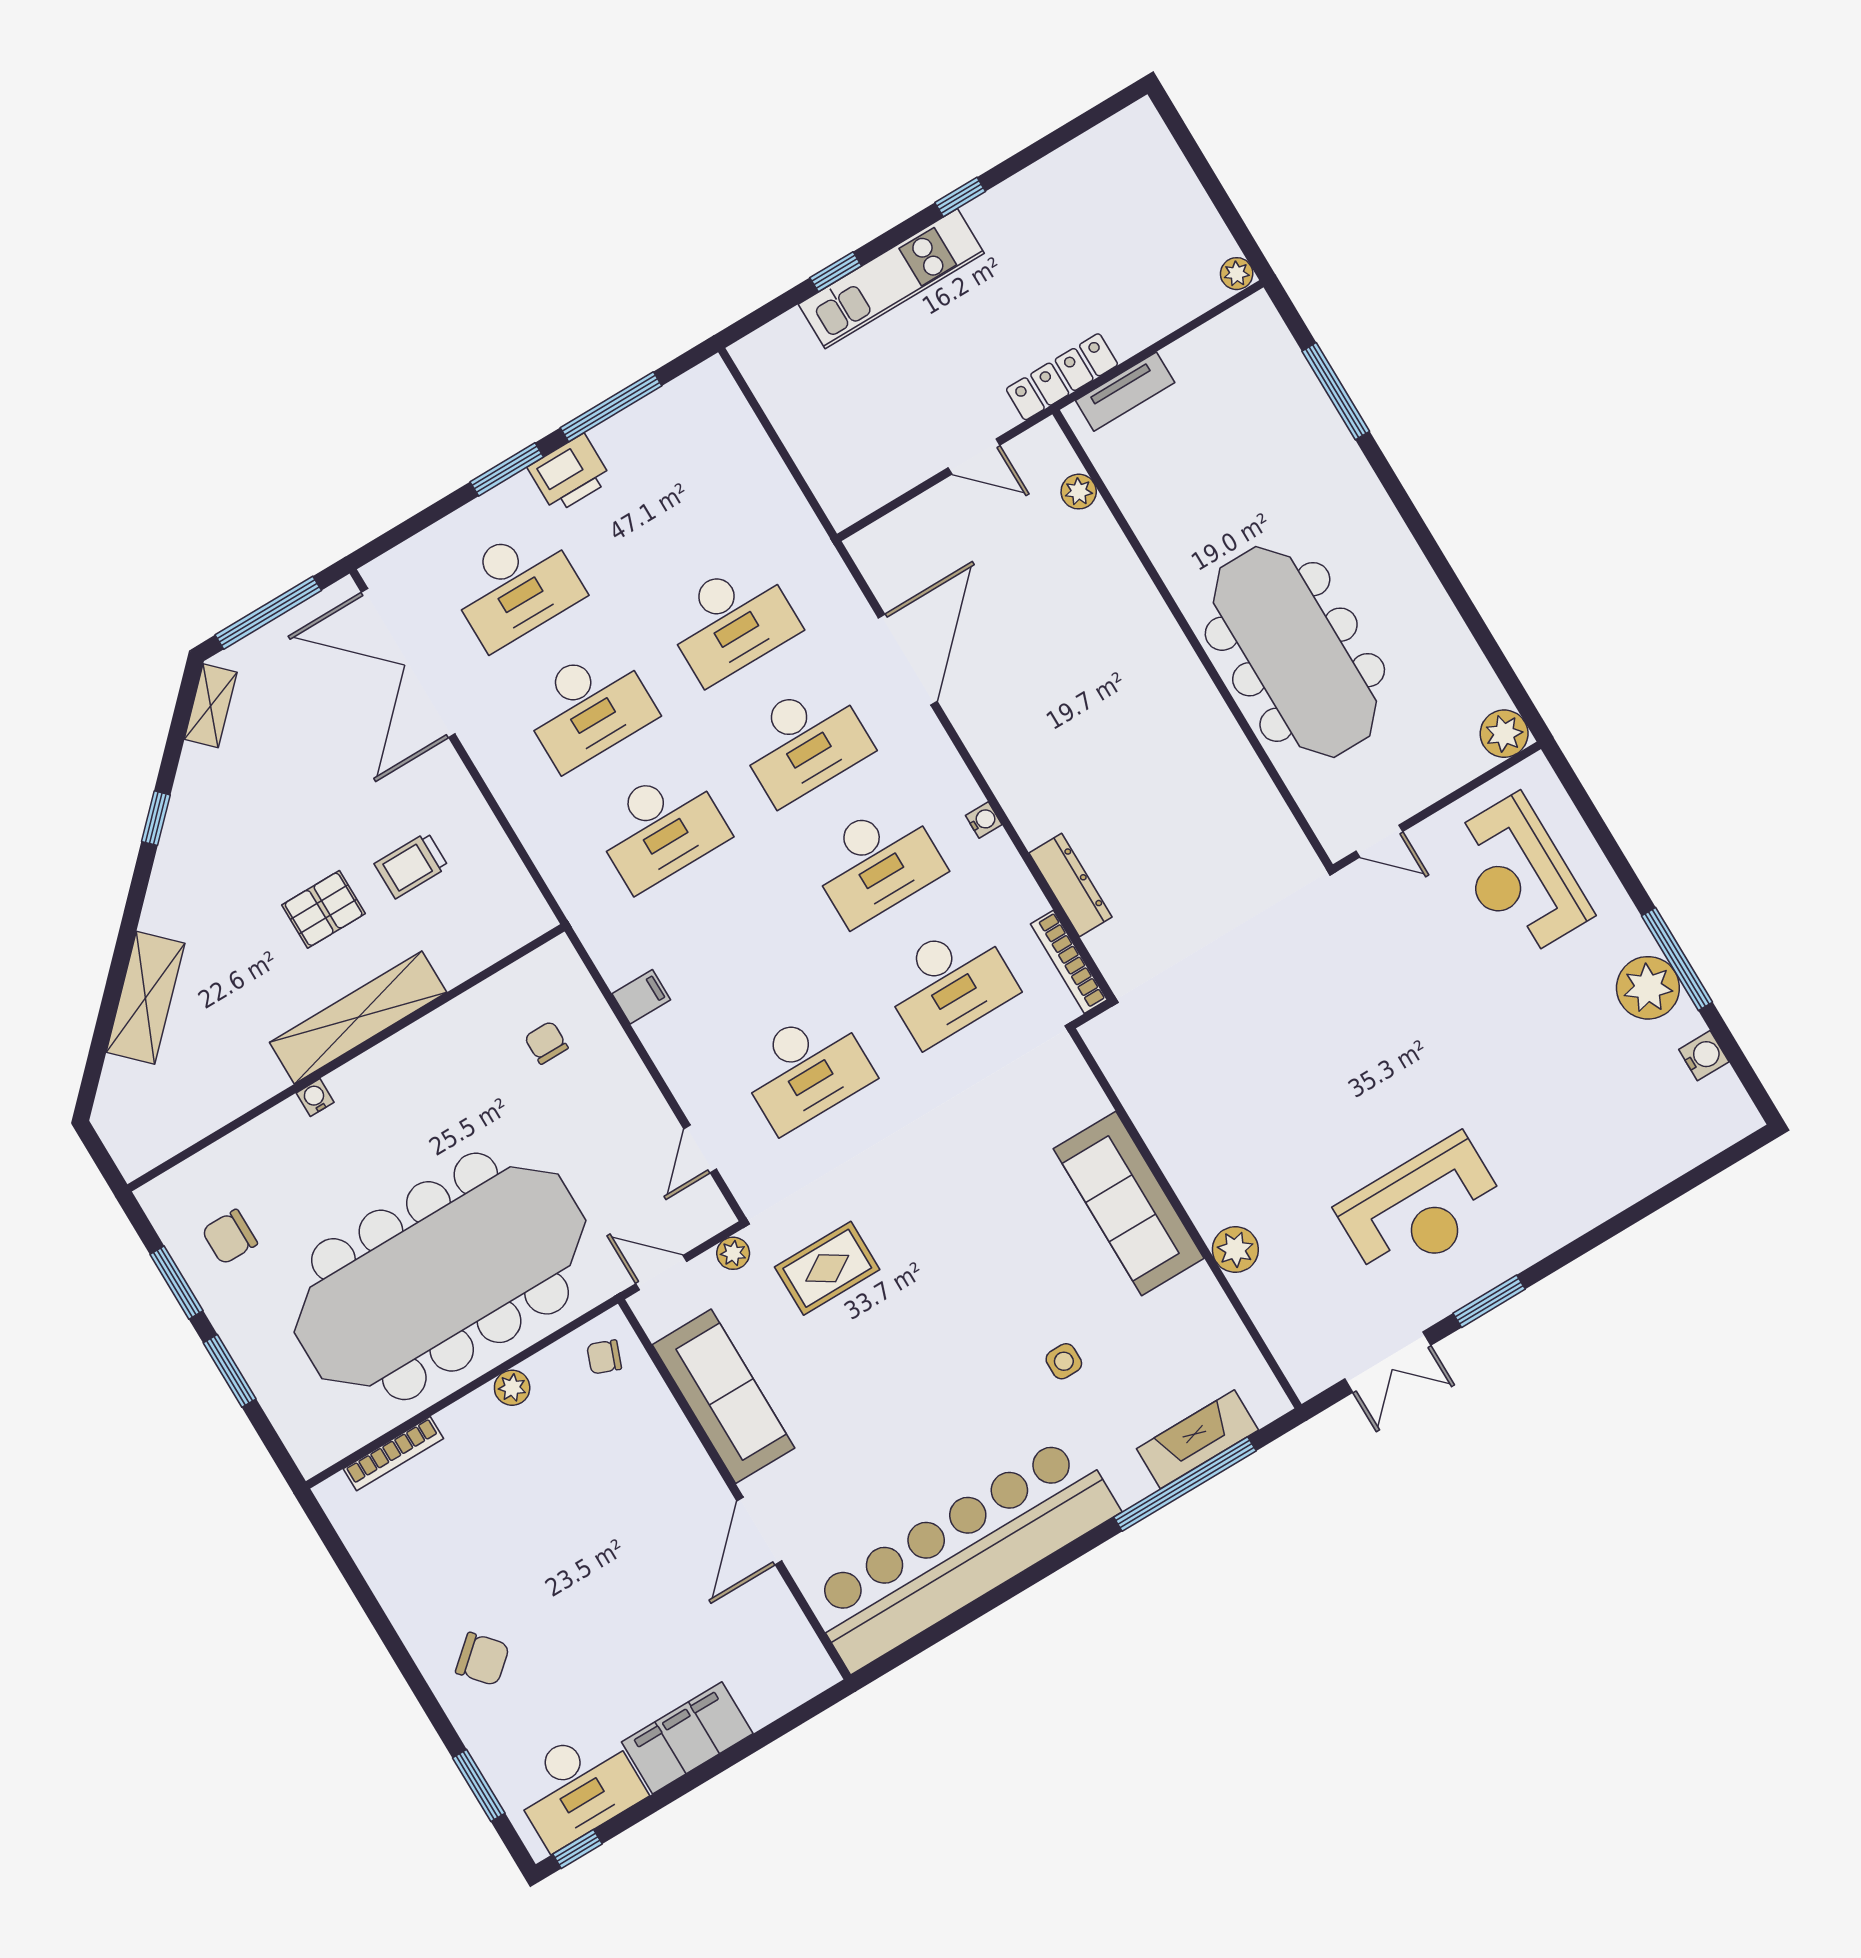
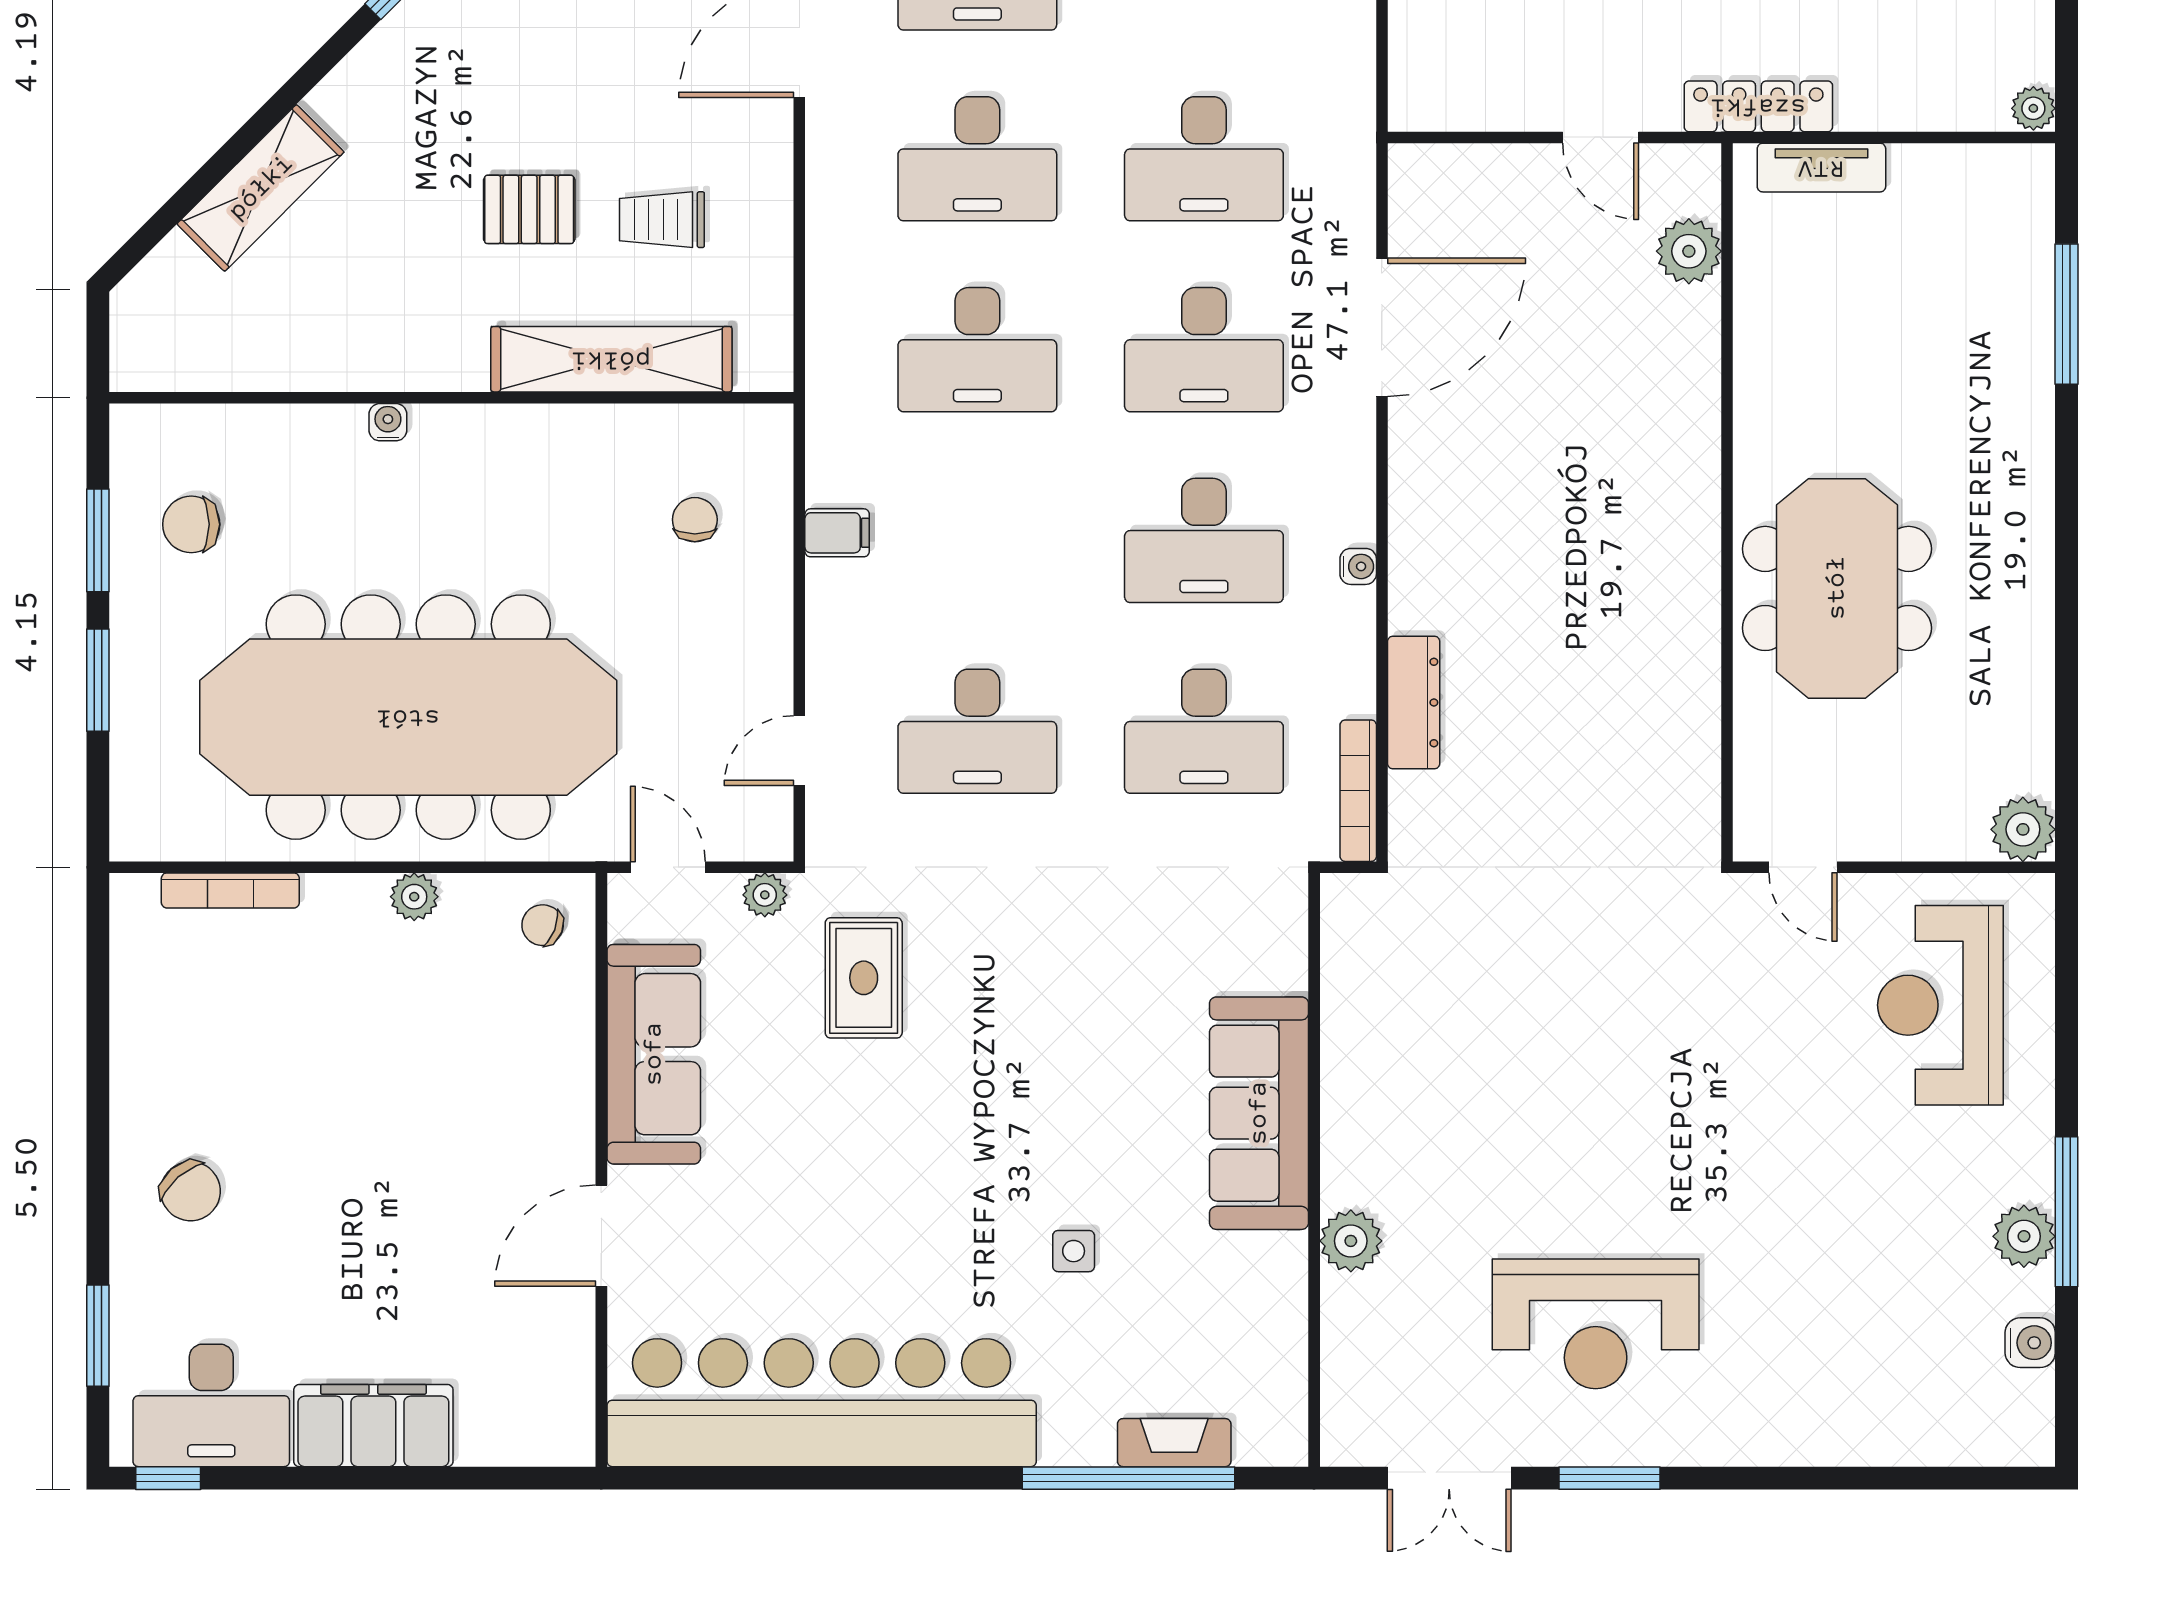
plant: (1079, 492) -> (1689, 251), width x1.38, depth x1.38
meeting table: (1295, 652) -> (1837, 588), width x0.73
plant: (1648, 988) -> (2024, 1236), width x0.73, depth x0.73
shelving: (358, 1017) -> (611, 359), moved
rug: (827, 1268) -> (864, 978), turned 90
fireplace: (1197, 1439) -> (1174, 1443), width x0.73, depth x0.76

